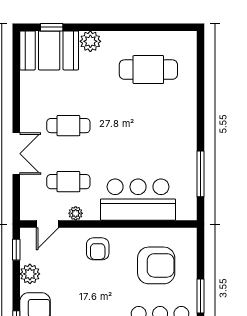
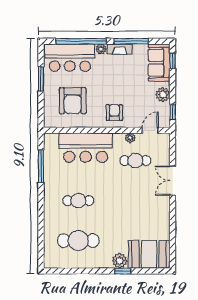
window: (52, 27) -> (123, 271), moved
cafe table: (68, 126) -> (78, 201), moved
armchair: (156, 265) -> (73, 101), turned -90

